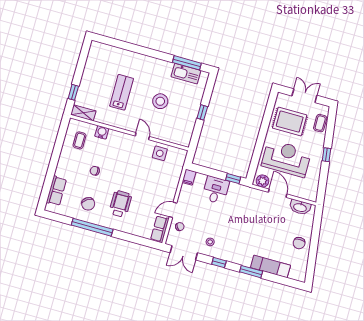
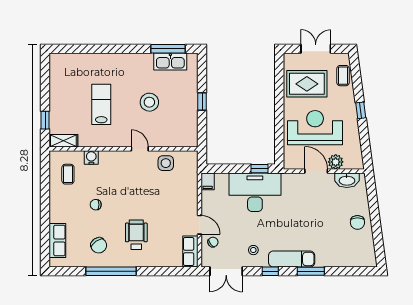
plant: (262, 181) -> (336, 162), moved
desk: (216, 190) -> (255, 192), width x1.87, depth x1.30
door: (173, 210) -> (200, 225), swing flipped
exam couch: (270, 266) -> (292, 259), moved

